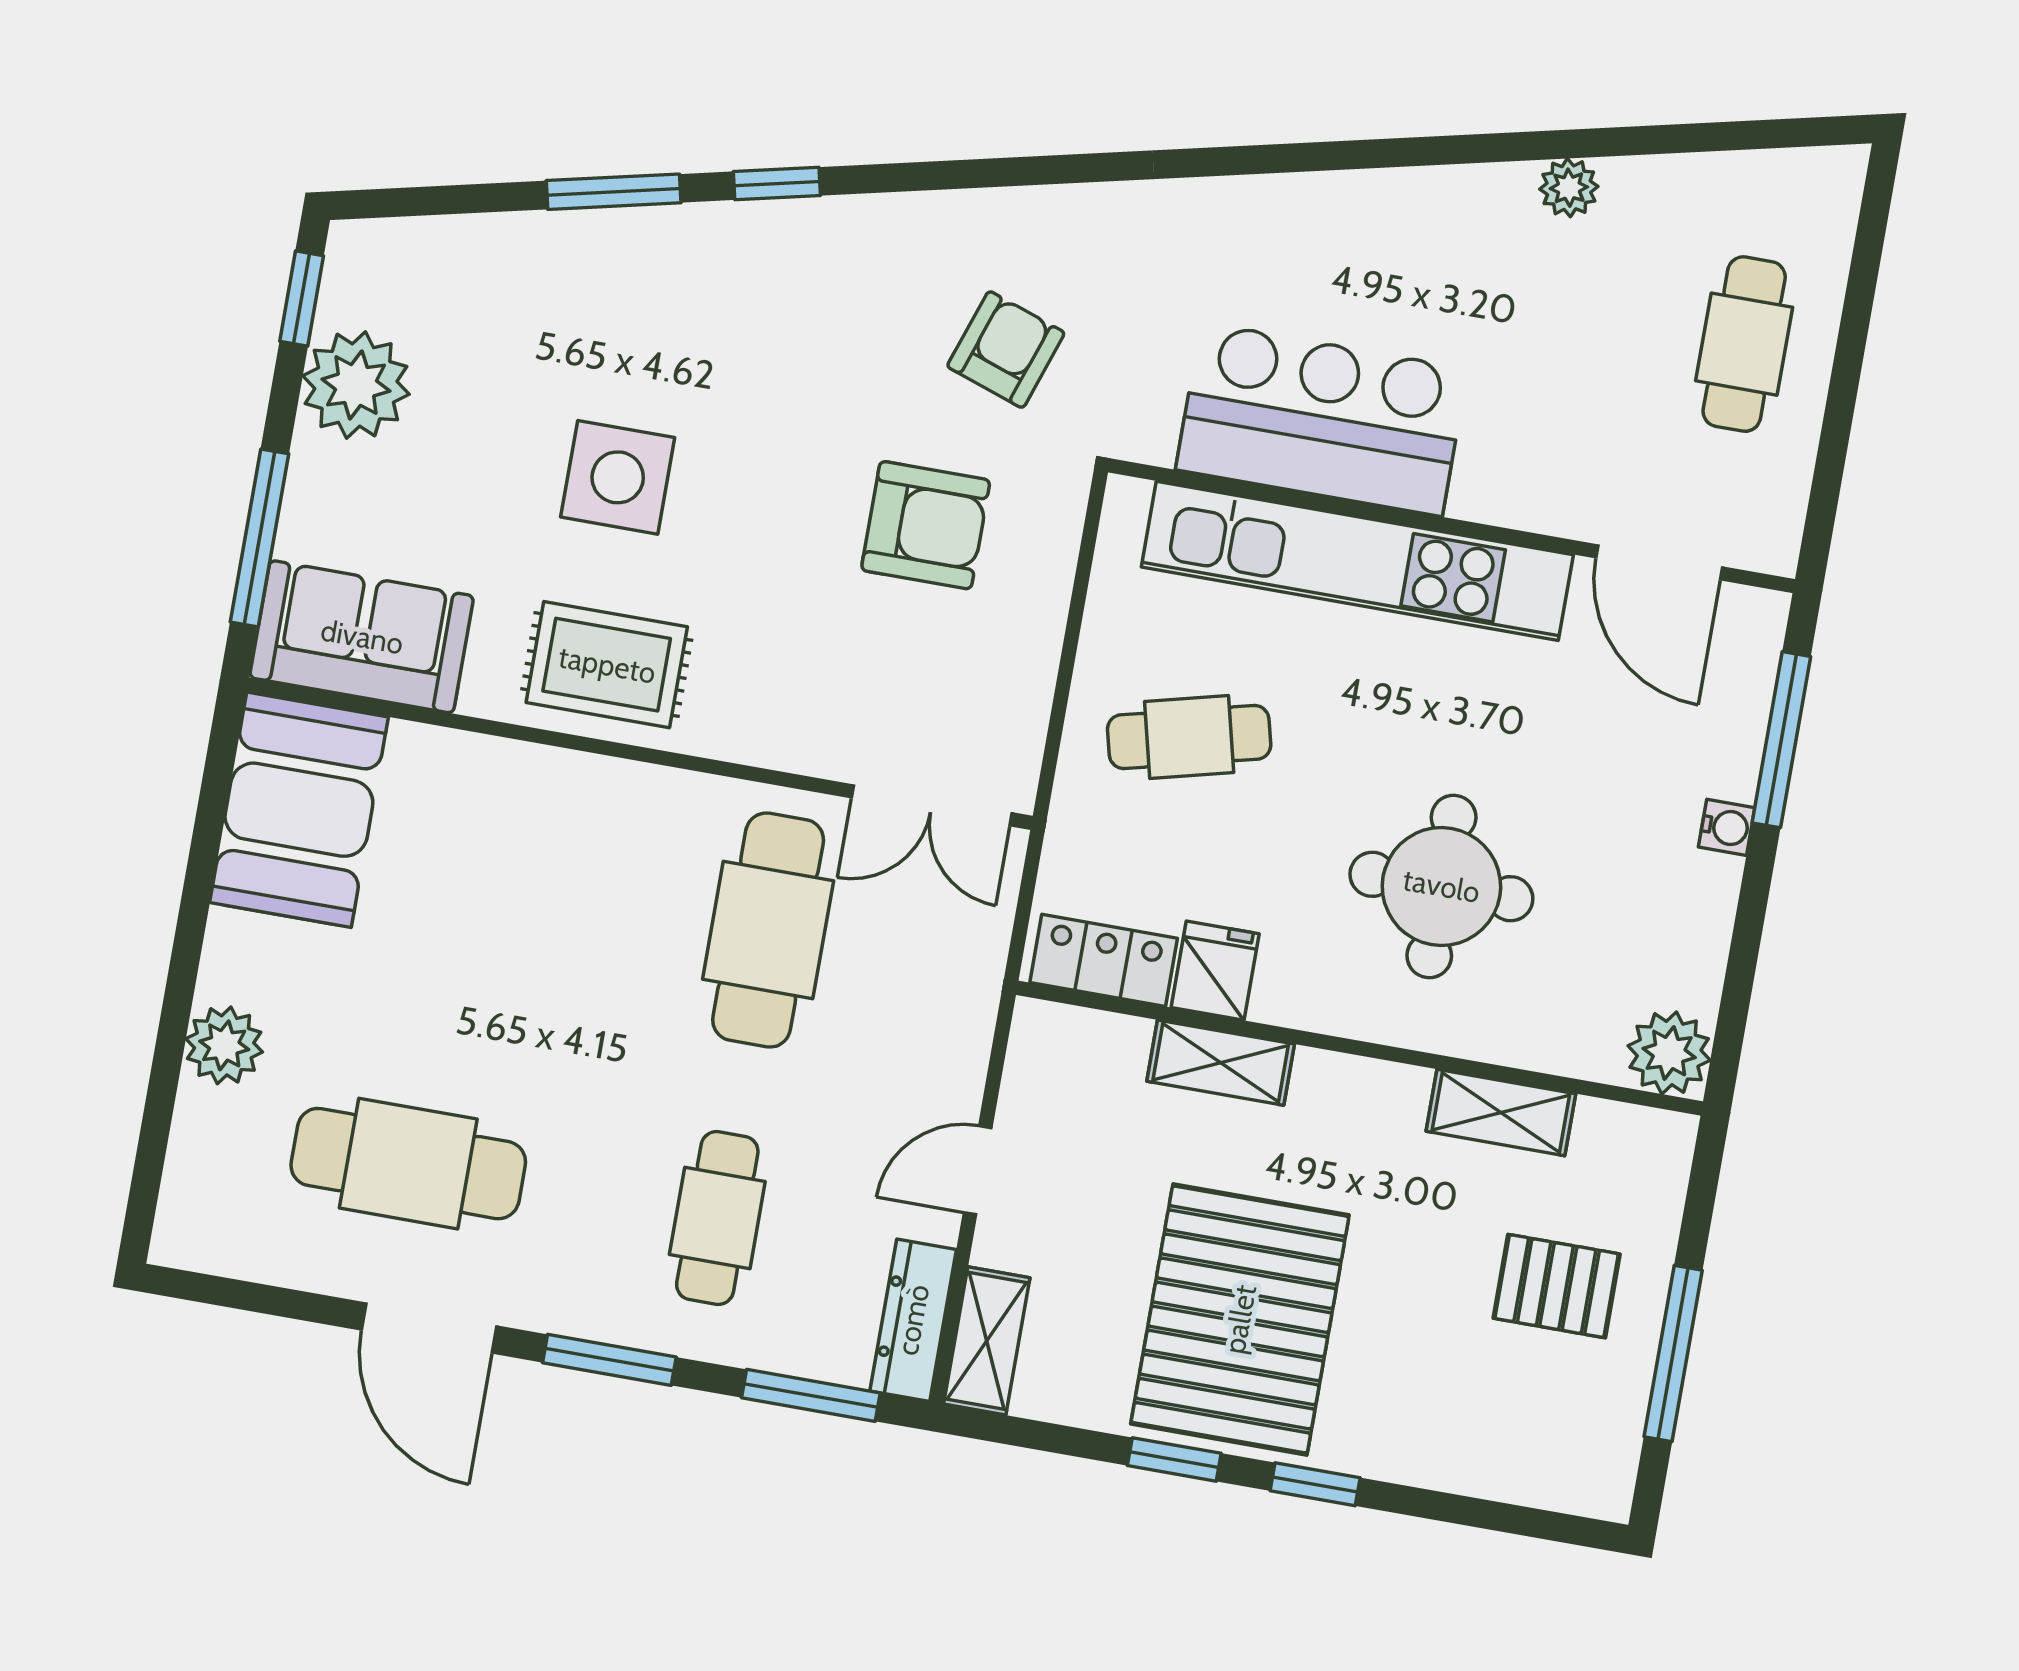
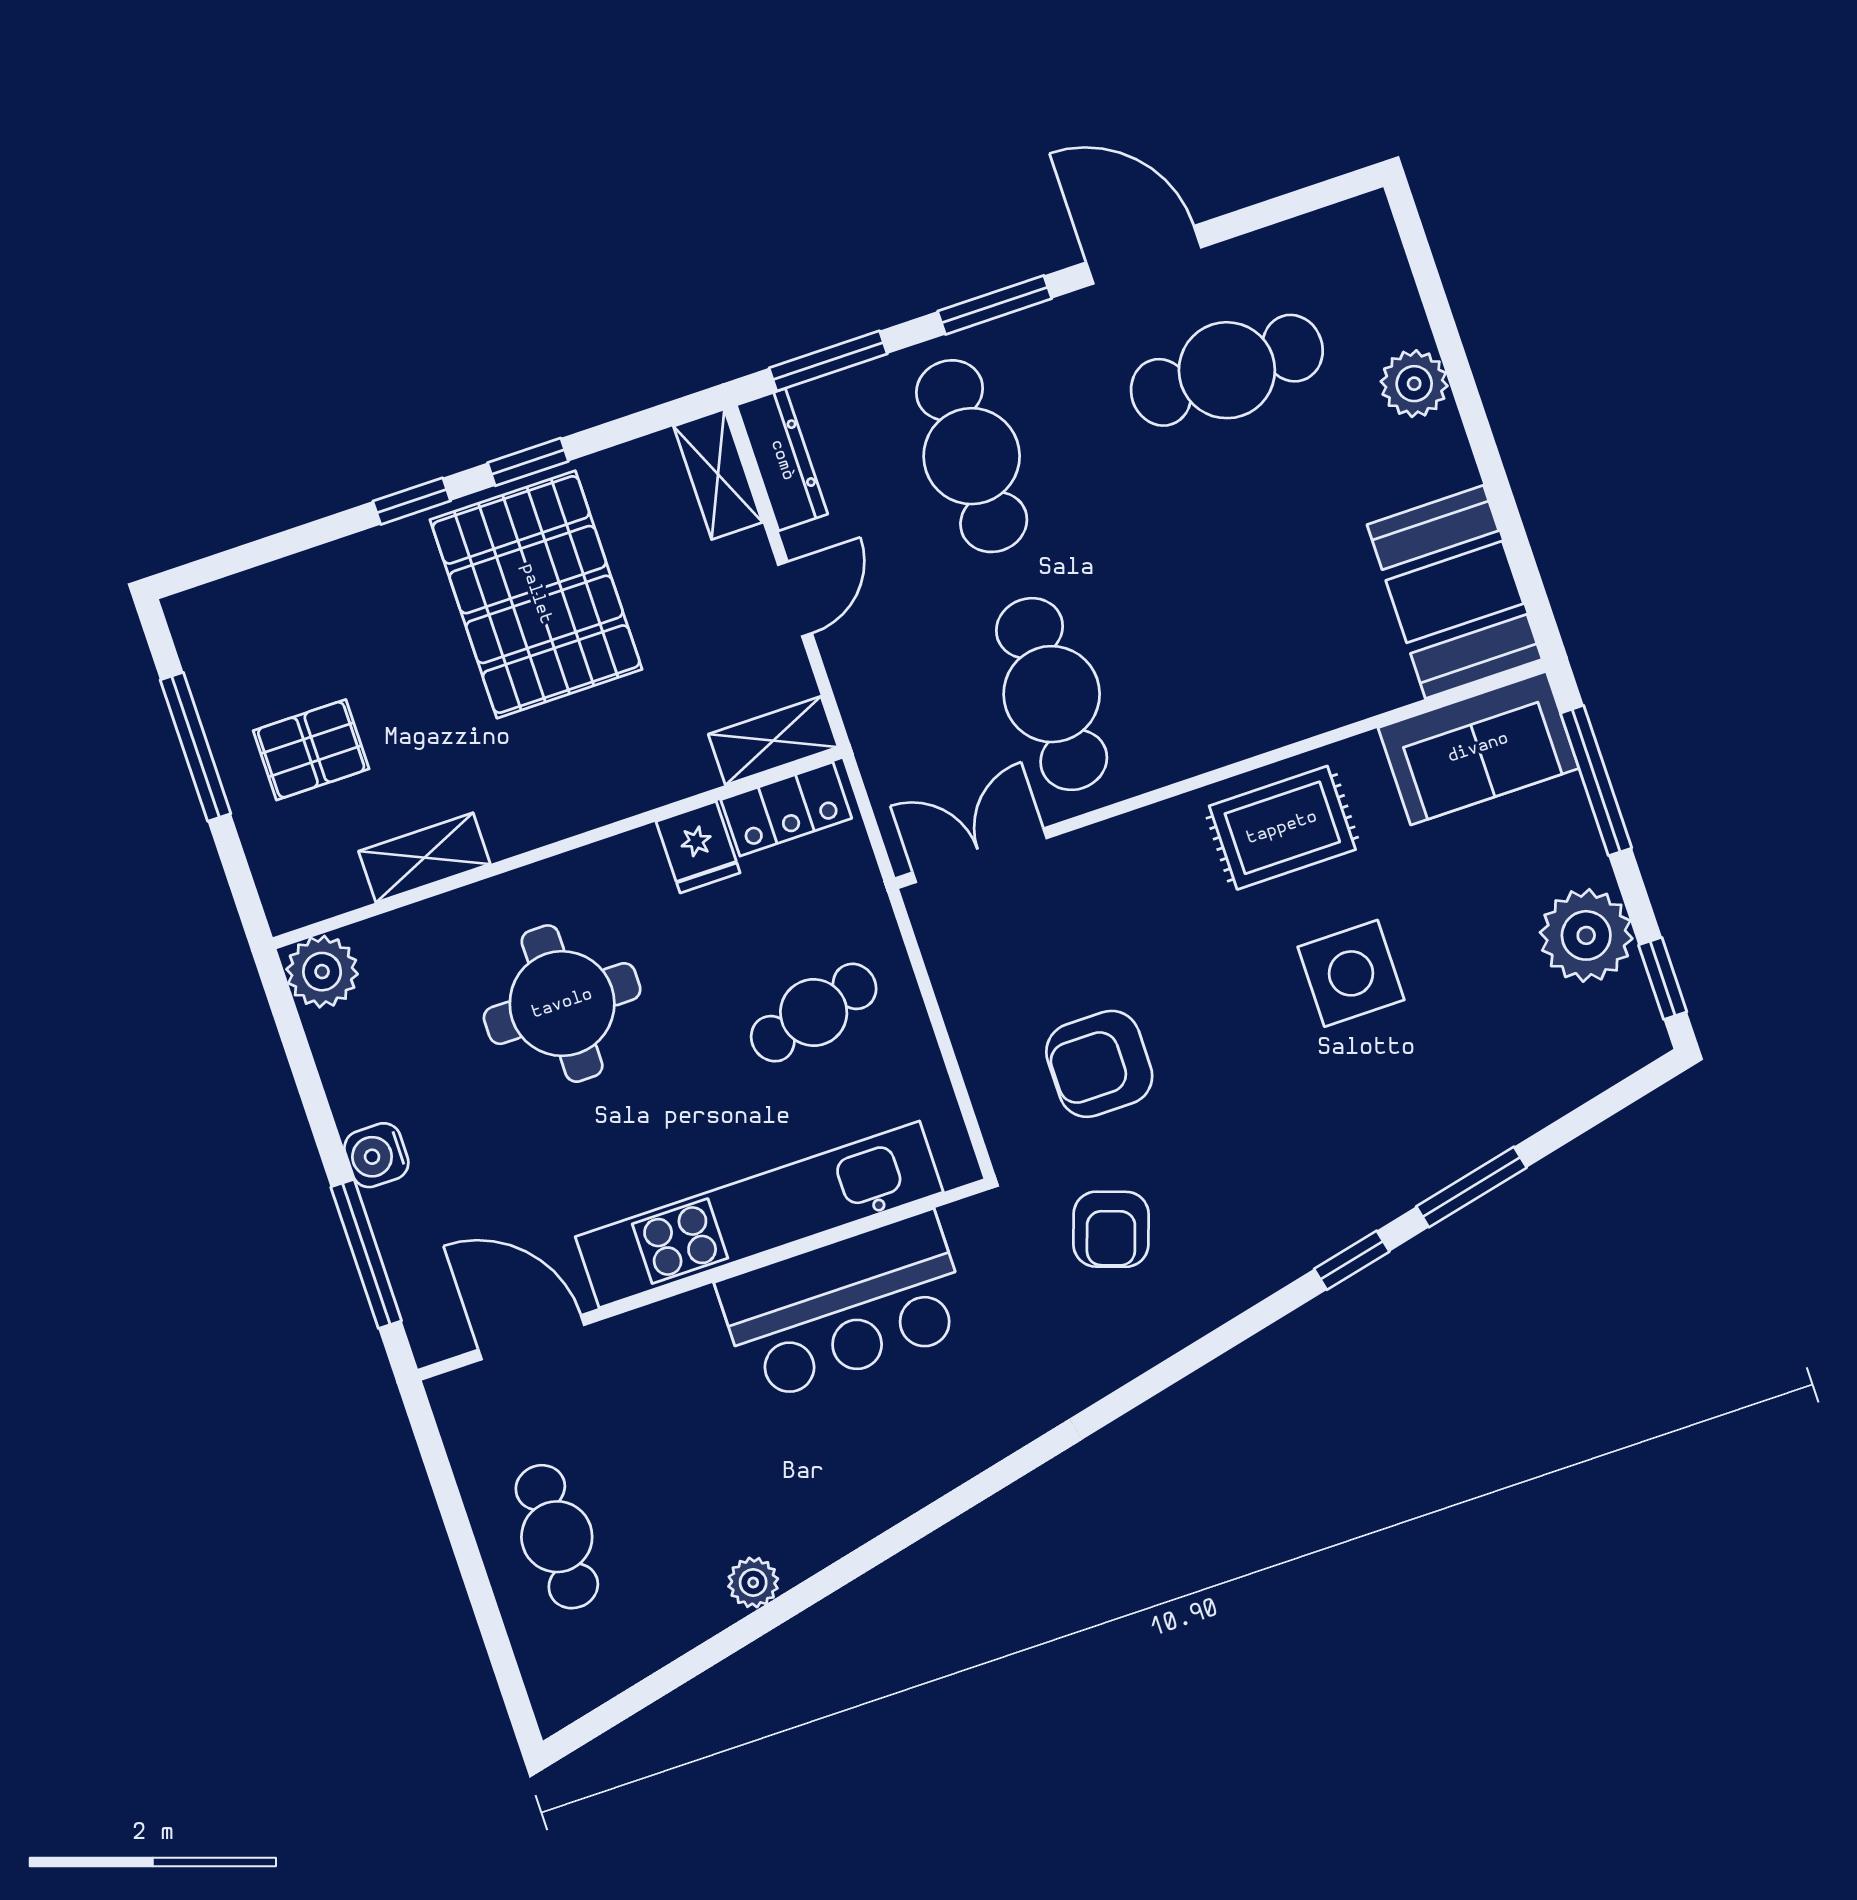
water cooler: (1727, 827) -> (376, 1155), width x1.38, depth x1.38
shelving: (1221, 1063) -> (773, 741), moved
cafe table: (717, 1218) -> (972, 456), width x1.37, depth x1.35

